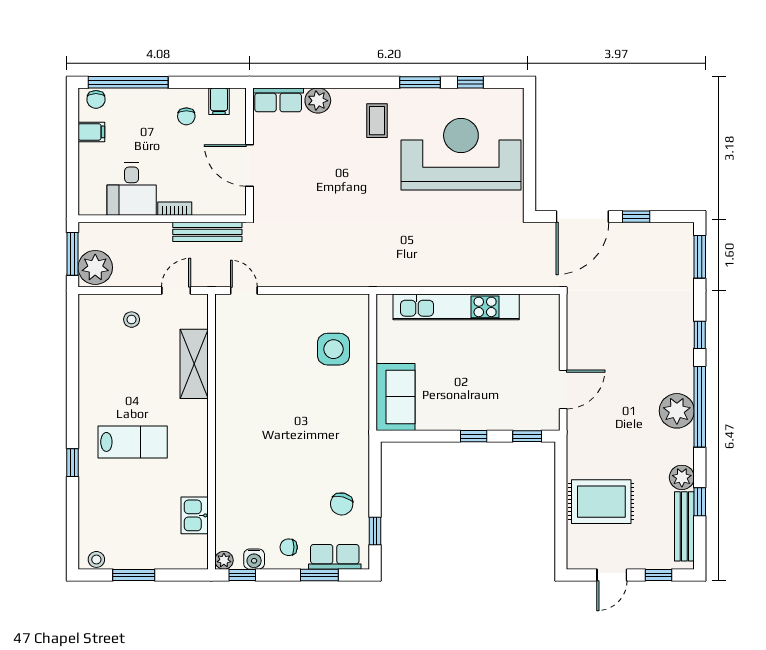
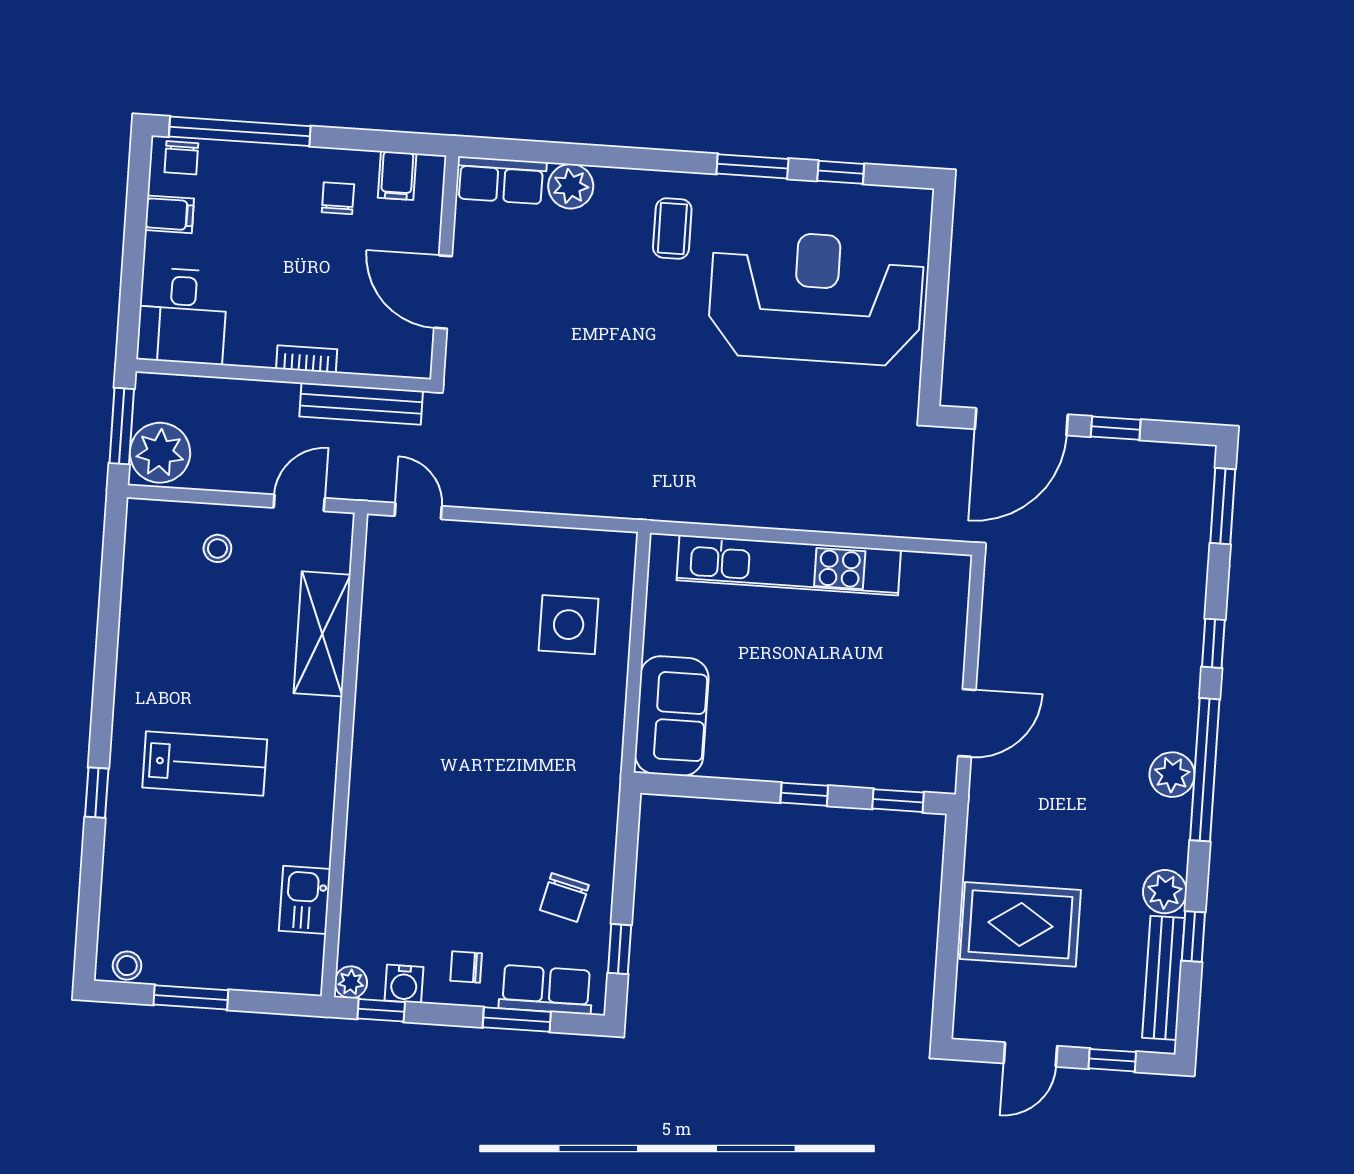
chair: (186, 116) -> (338, 198), turned 180
desk: (132, 189) -> (182, 316), moved
plant: (677, 411) -> (1172, 775), width x0.73, depth x0.73

